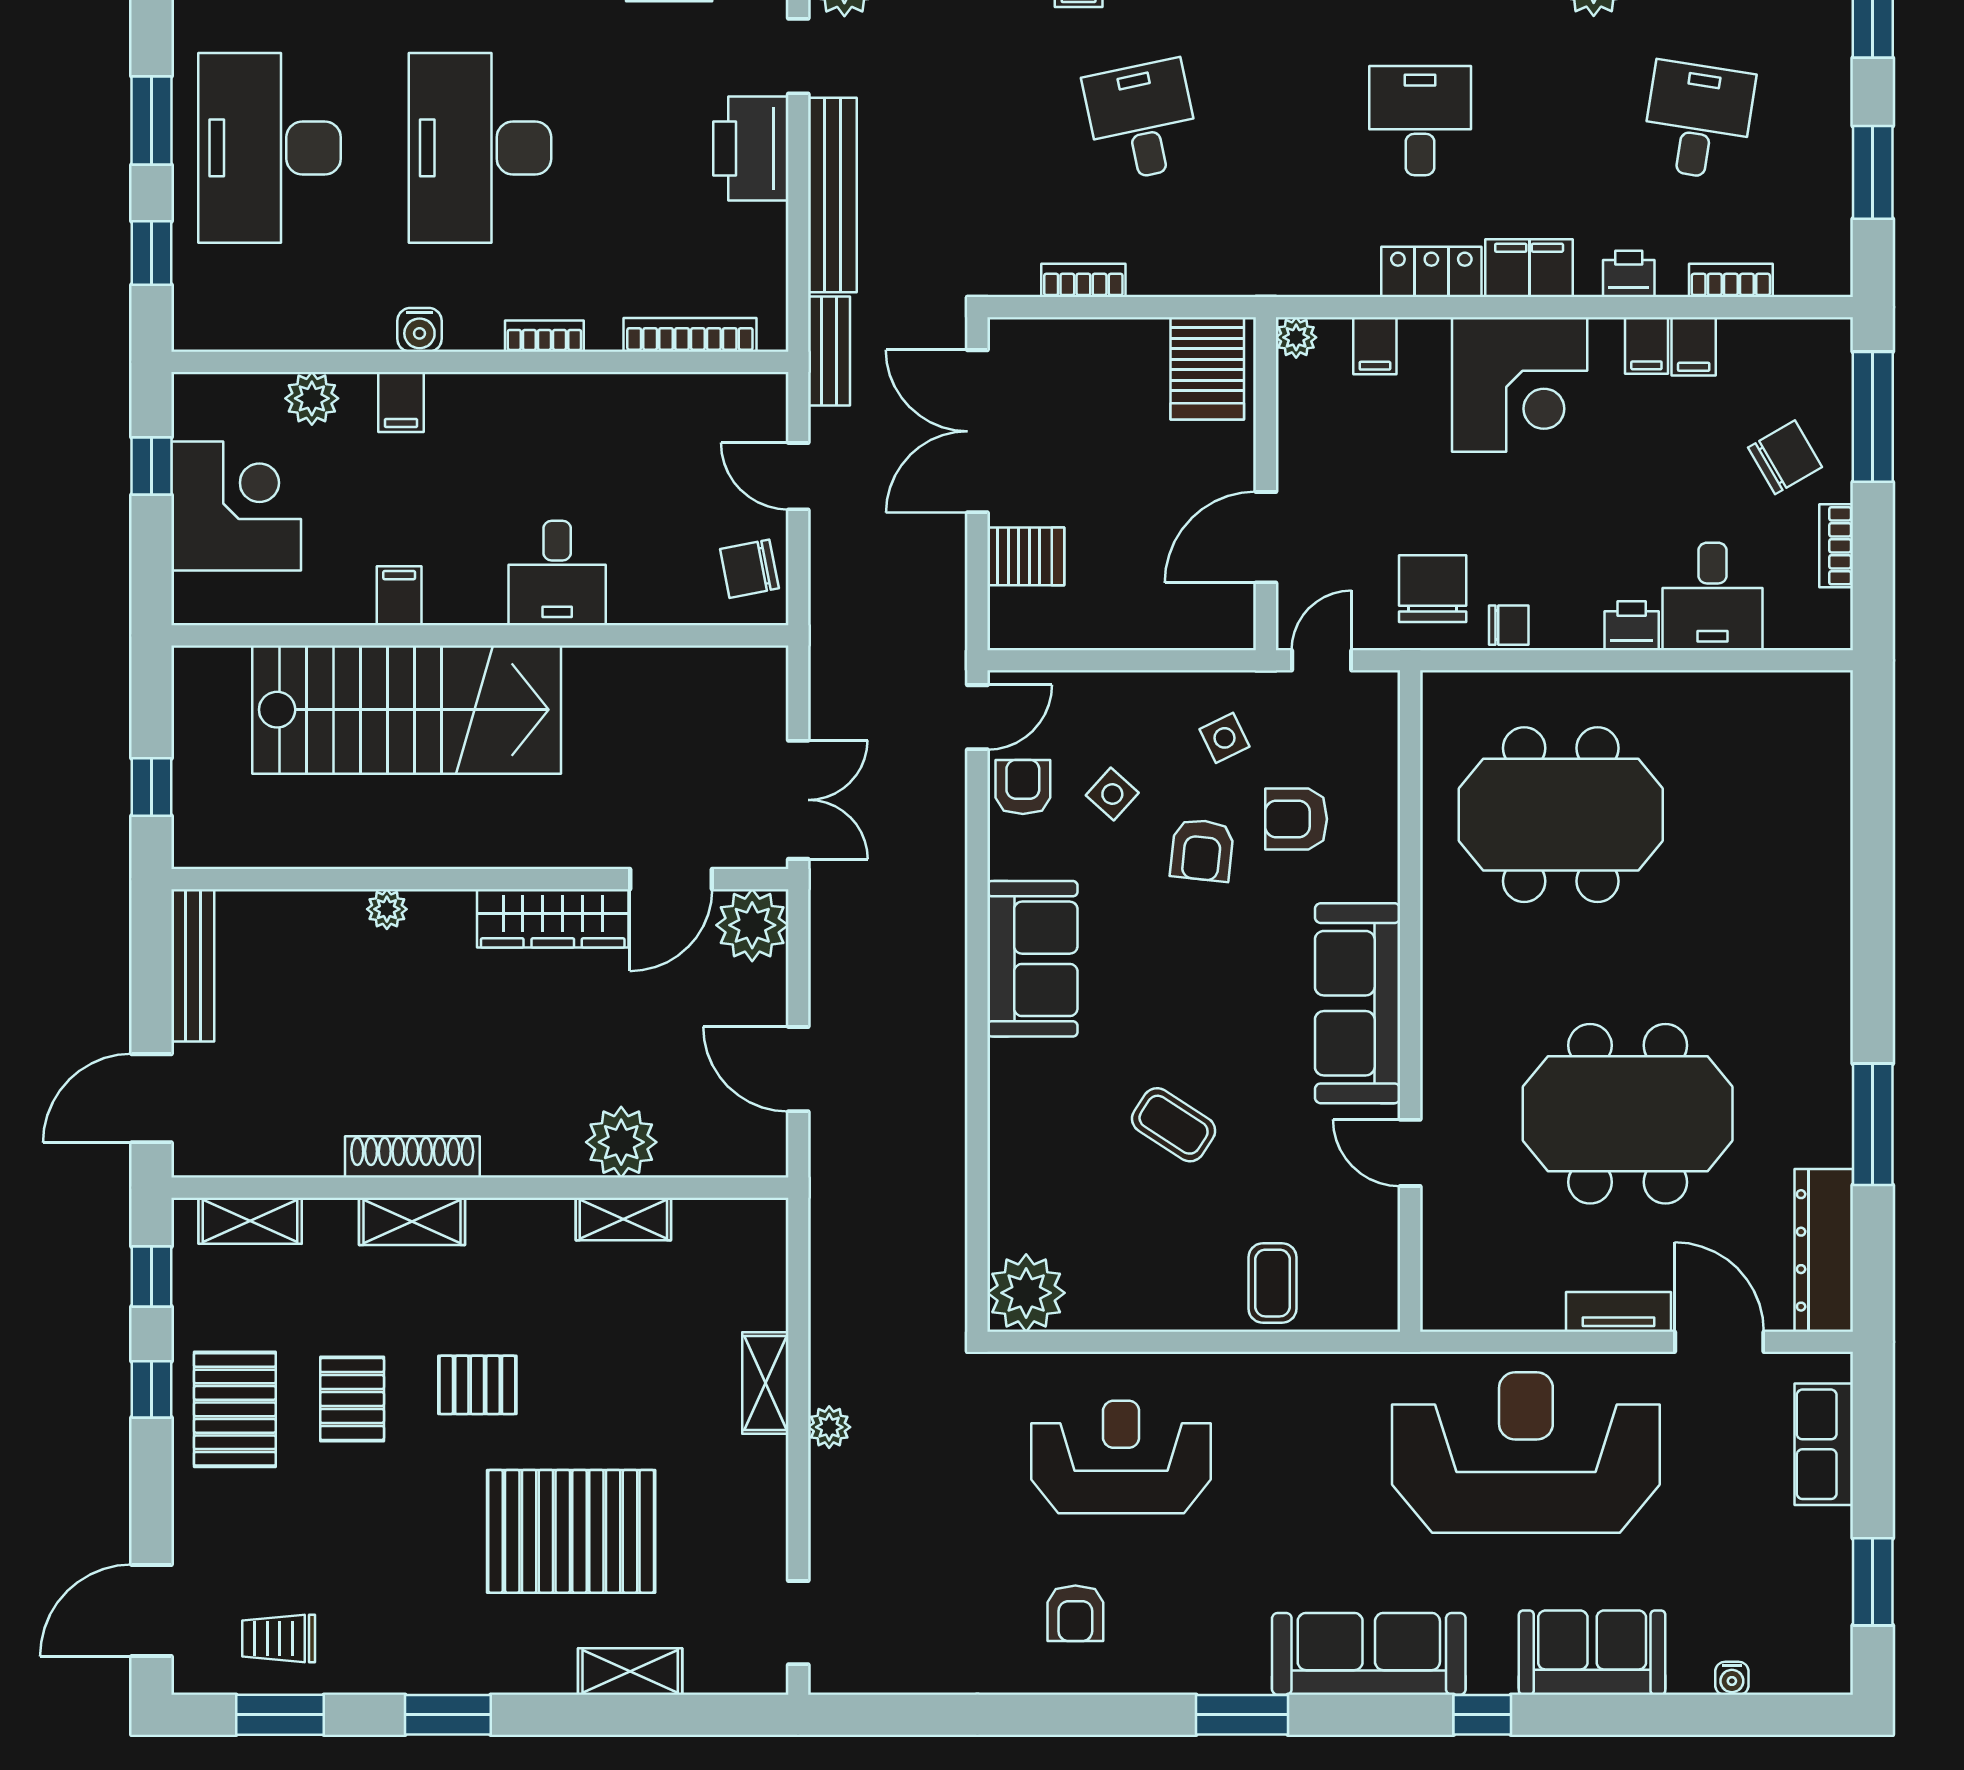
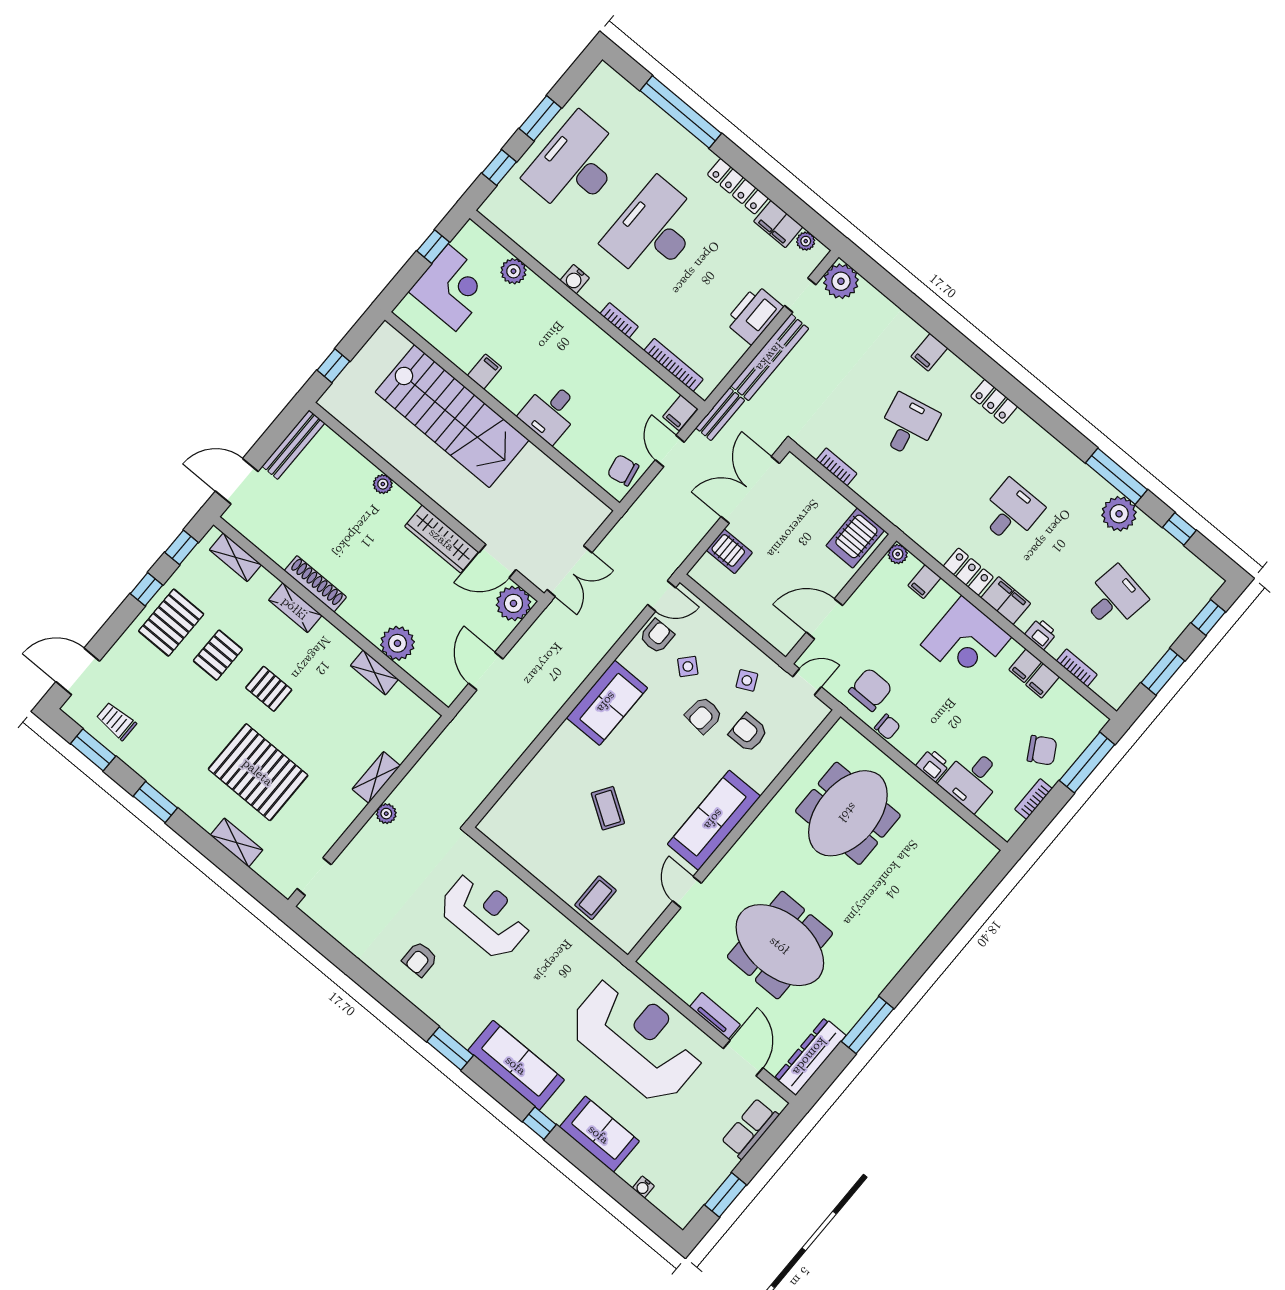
filing cabinet: (401, 402) -> (680, 413), moved
meeting table: (1561, 815) -> (848, 813), turned 90
plant: (1026, 1293) -> (501, 825), removed

